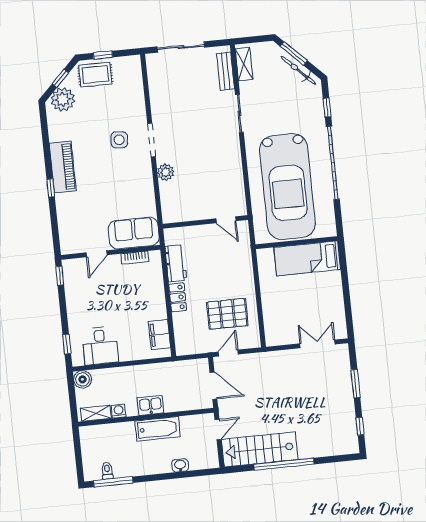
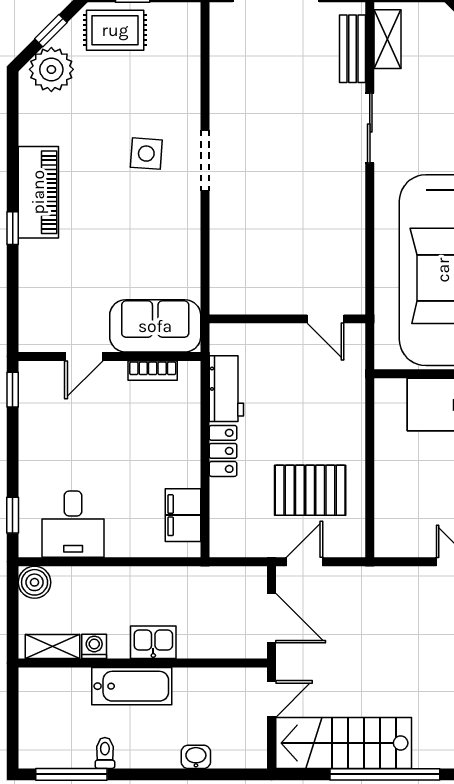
plant: (166, 172) -> (225, 221), removed
bathtub: (158, 429) -> (132, 686), moved
toilet: (107, 471) -> (105, 753), moved

